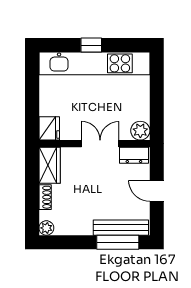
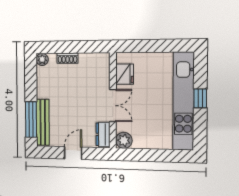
fridge: (49, 128) -> (125, 74), moved, turned -90
wardrobe: (50, 165) -> (94, 62), removed

